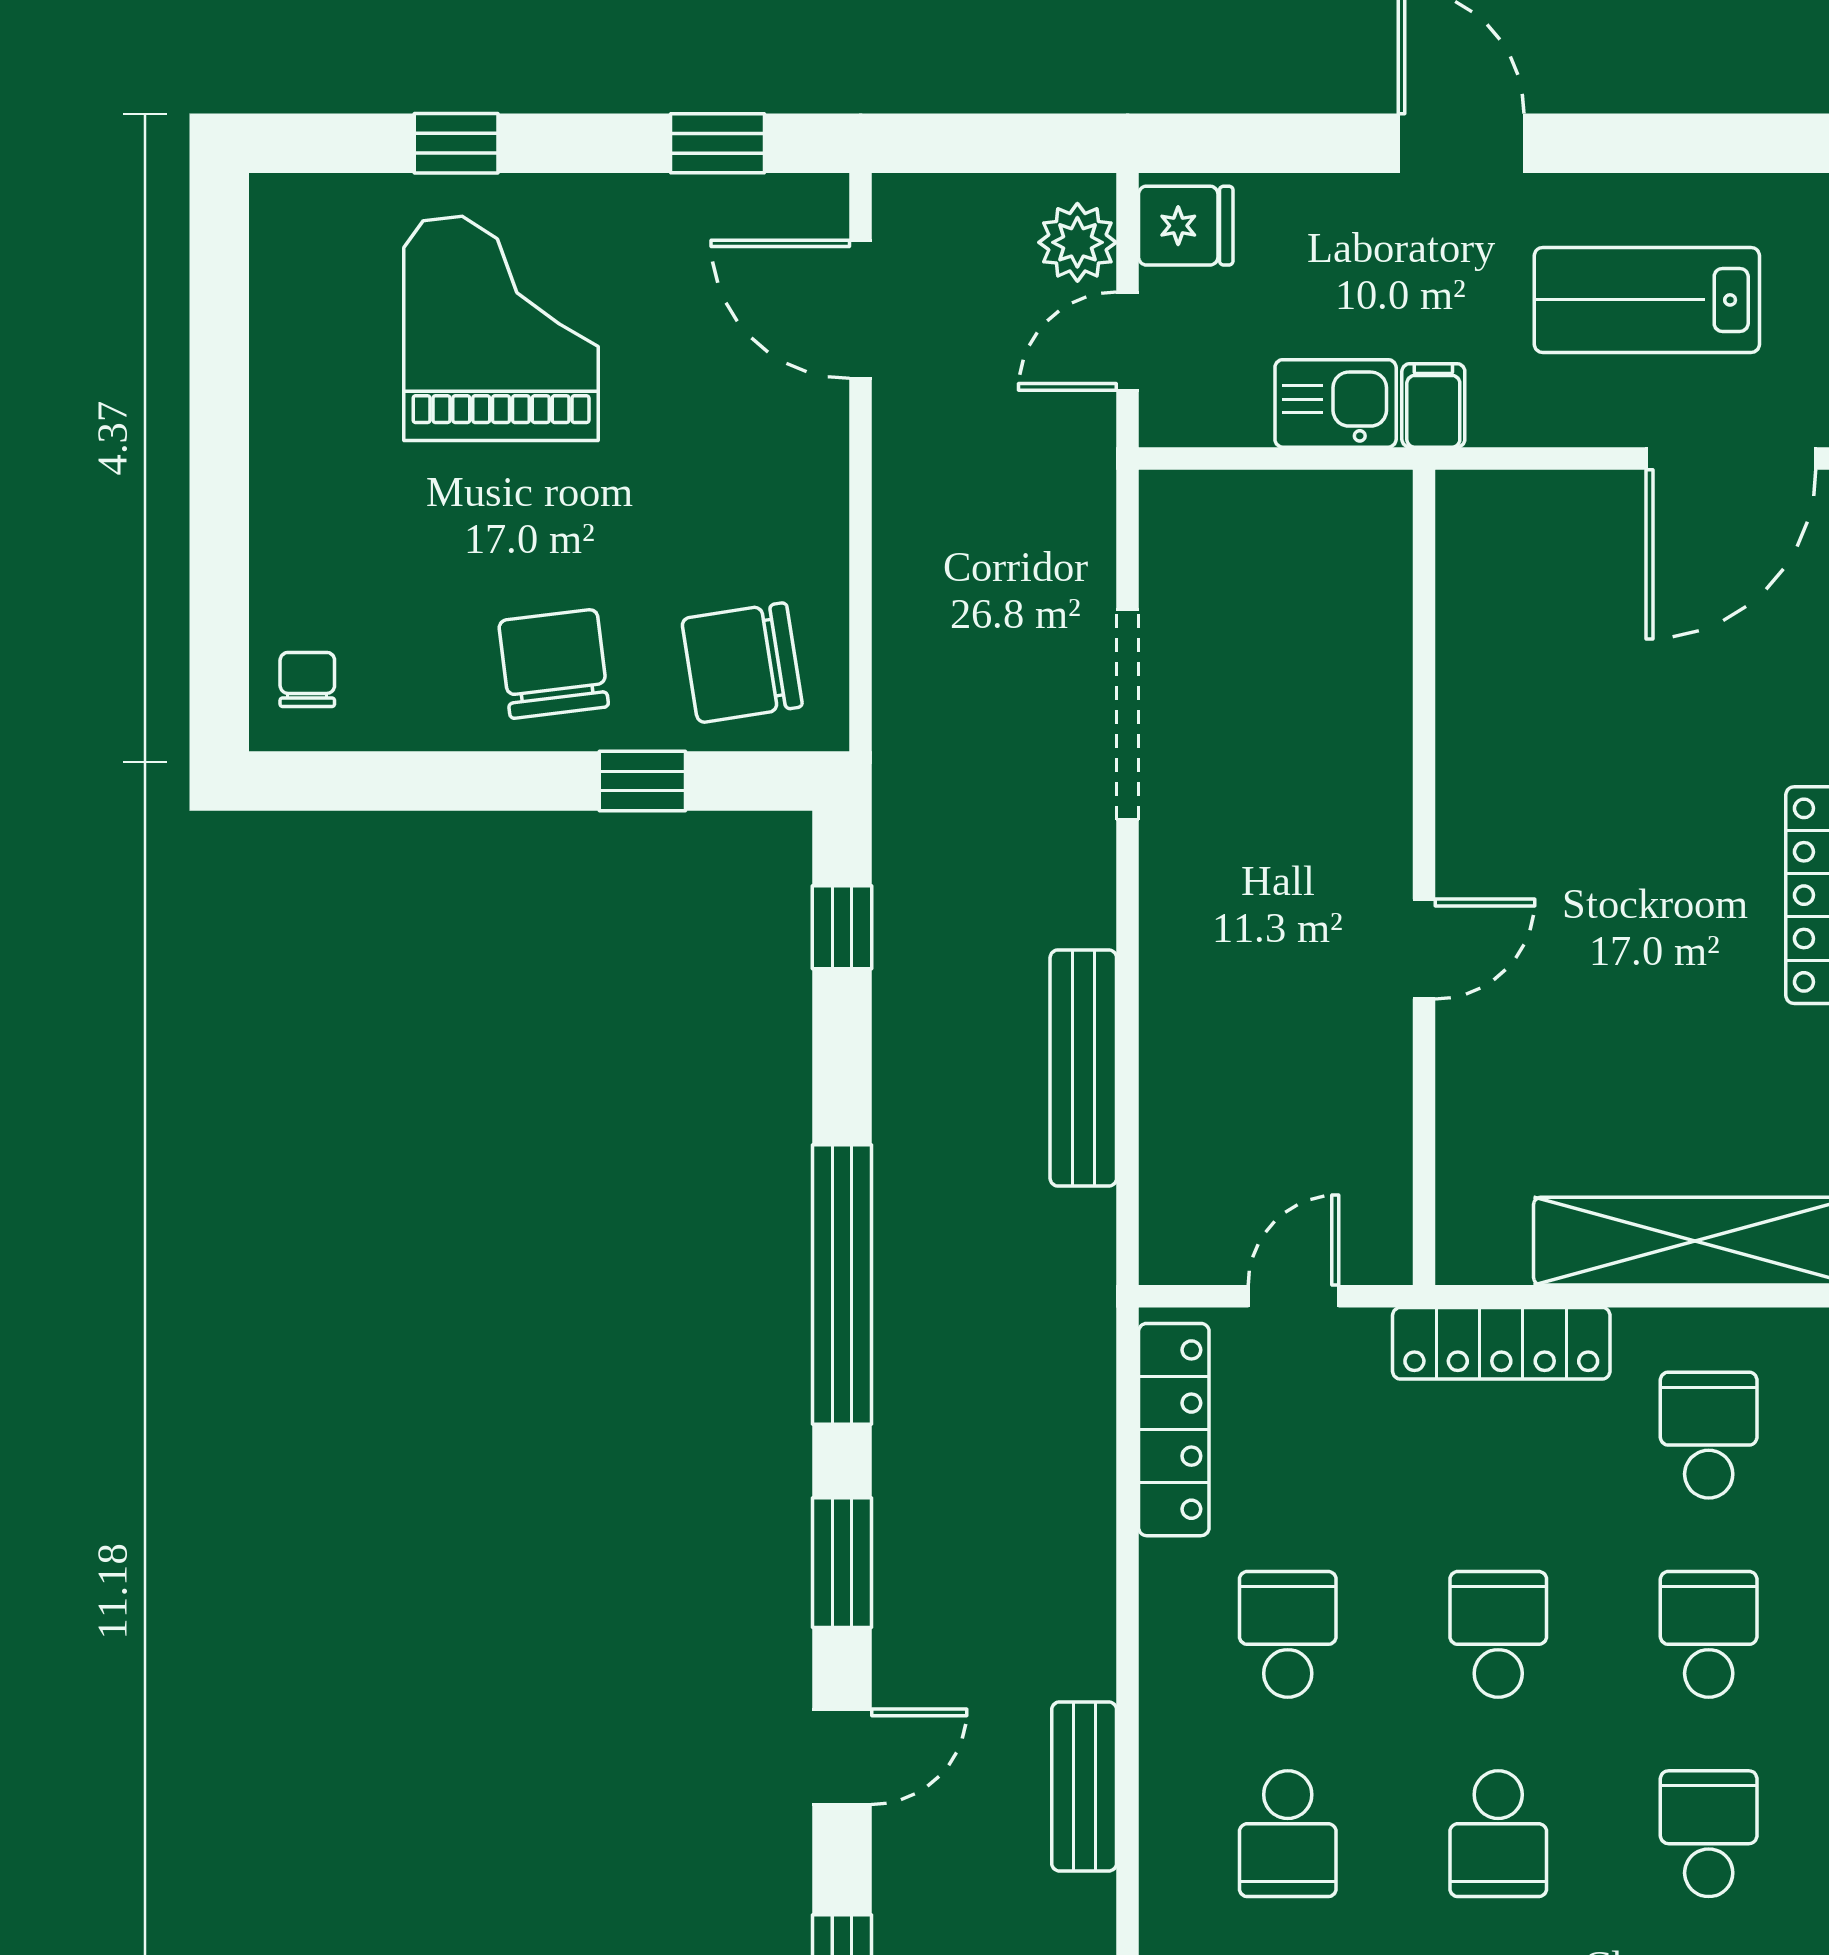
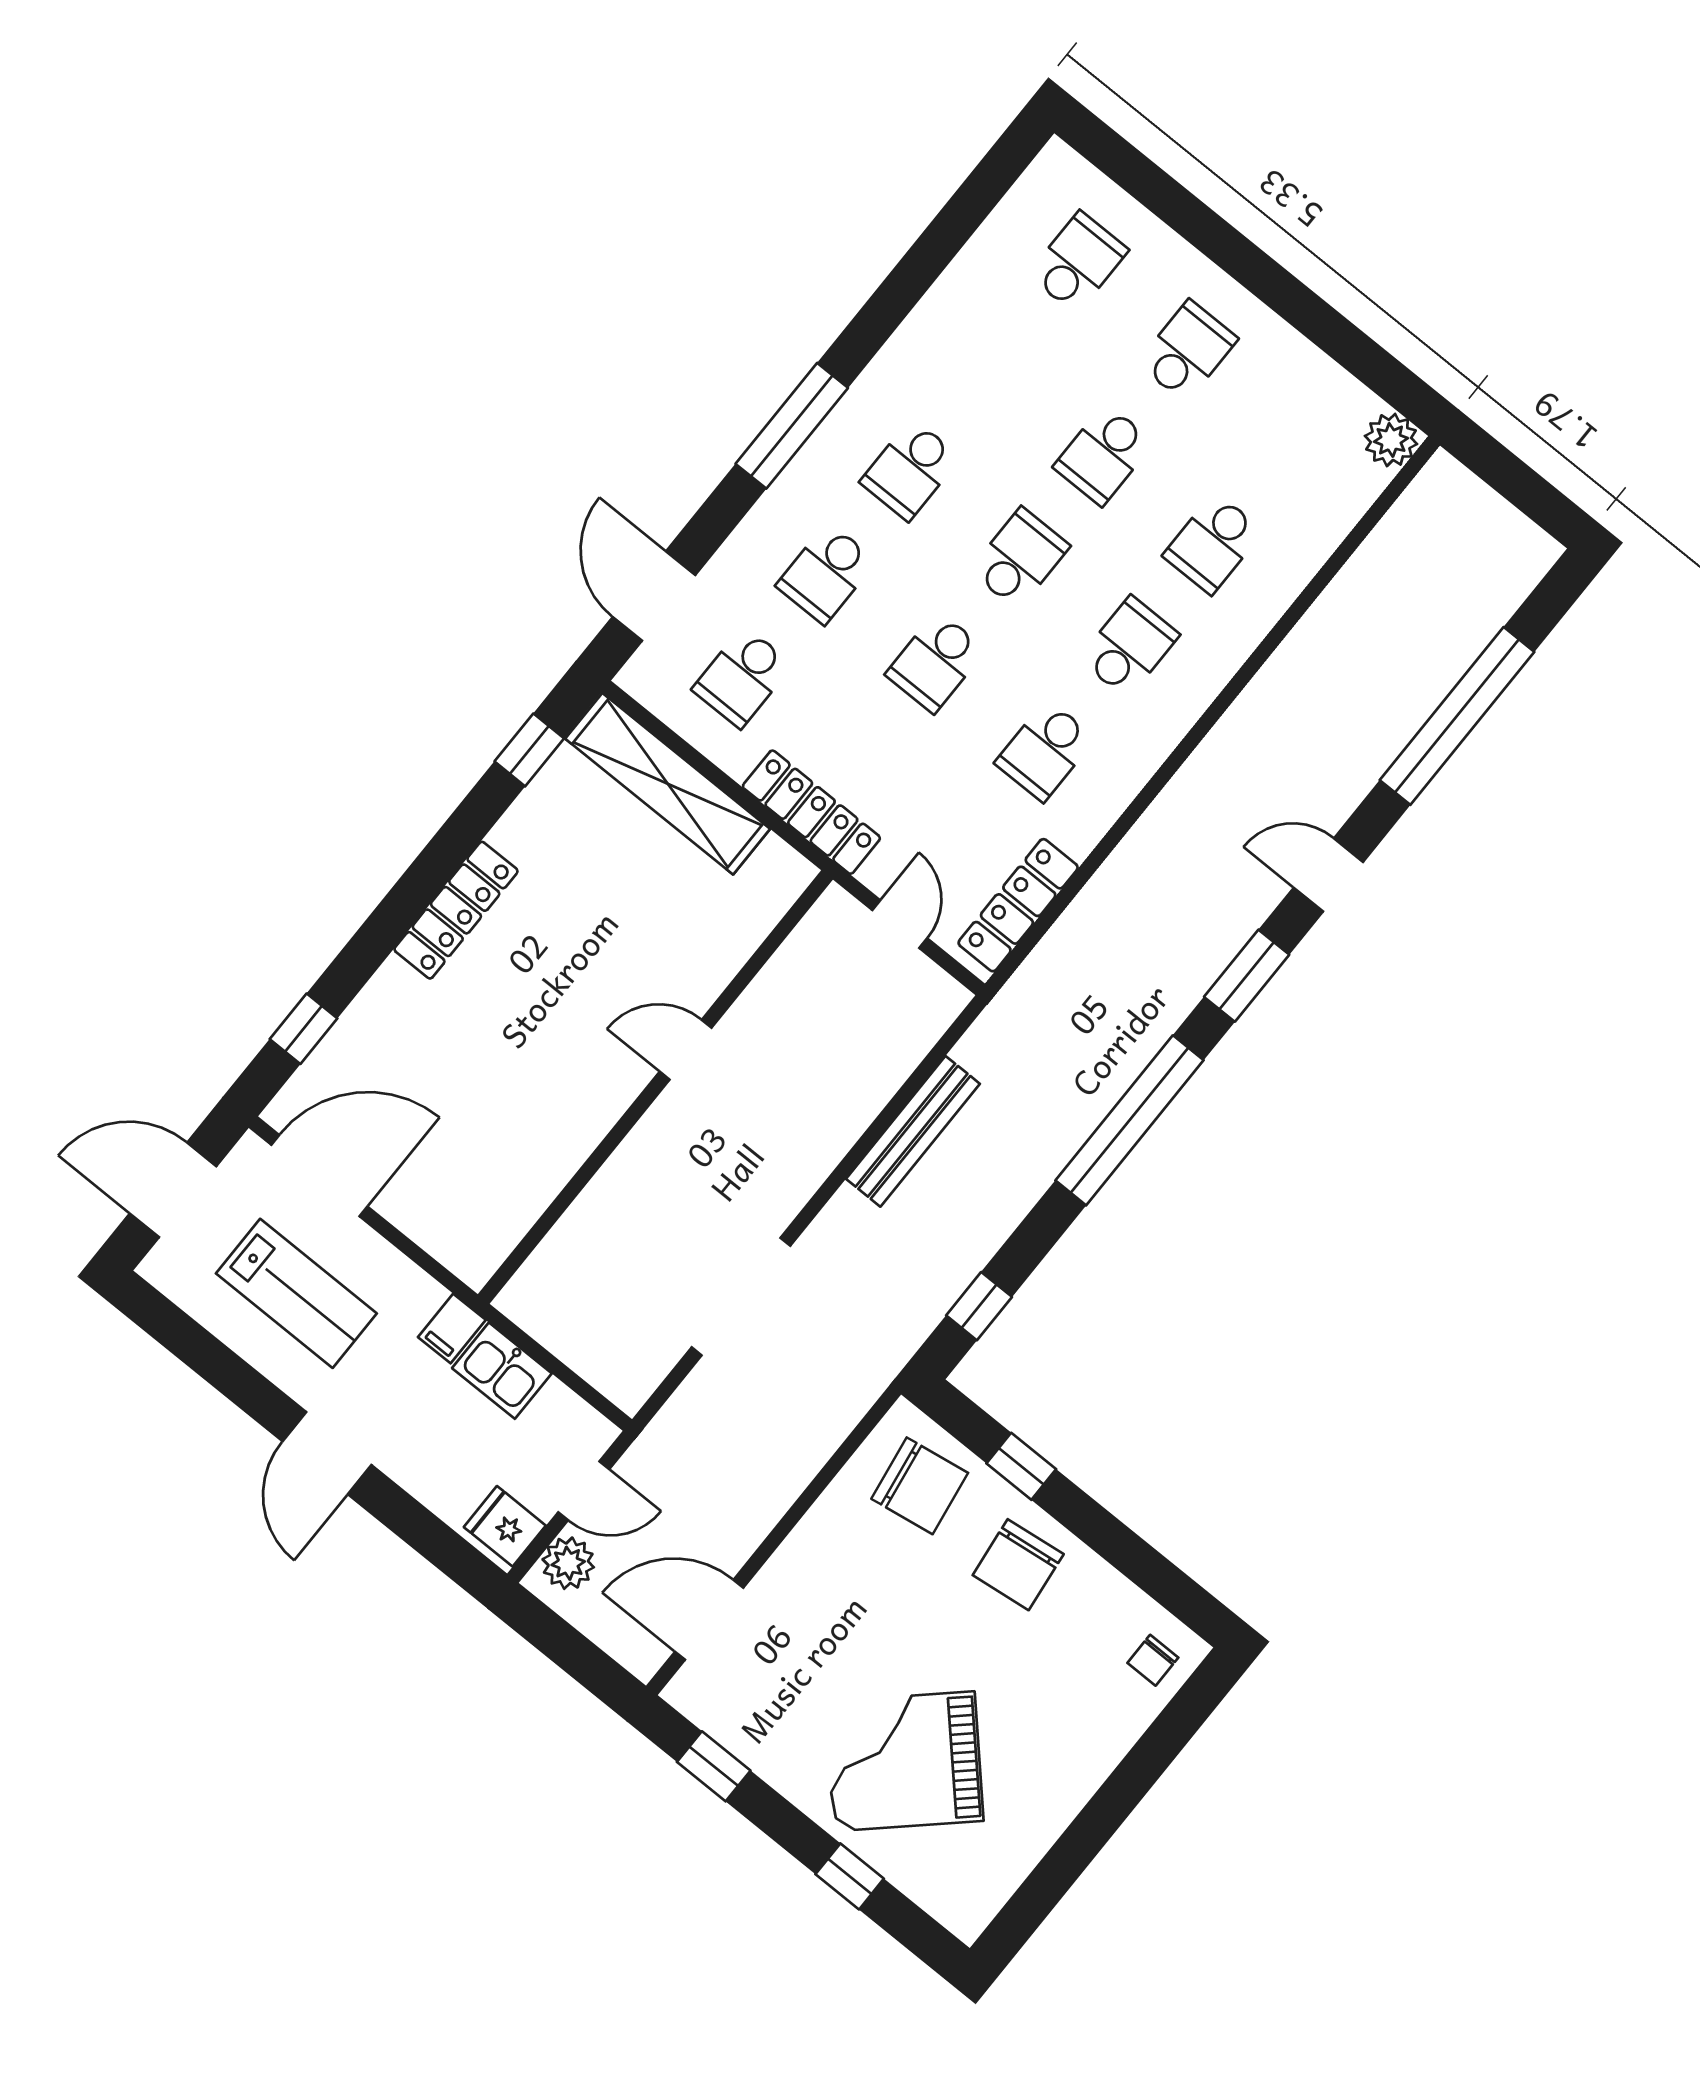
door: (861, 309) -> (709, 1620), swing flipped
grand piano: (501, 328) -> (904, 1761), turned 47
door: (1293, 1296) -> (900, 924), swing flipped
bench: (1084, 1786) -> (1215, 757), removed

